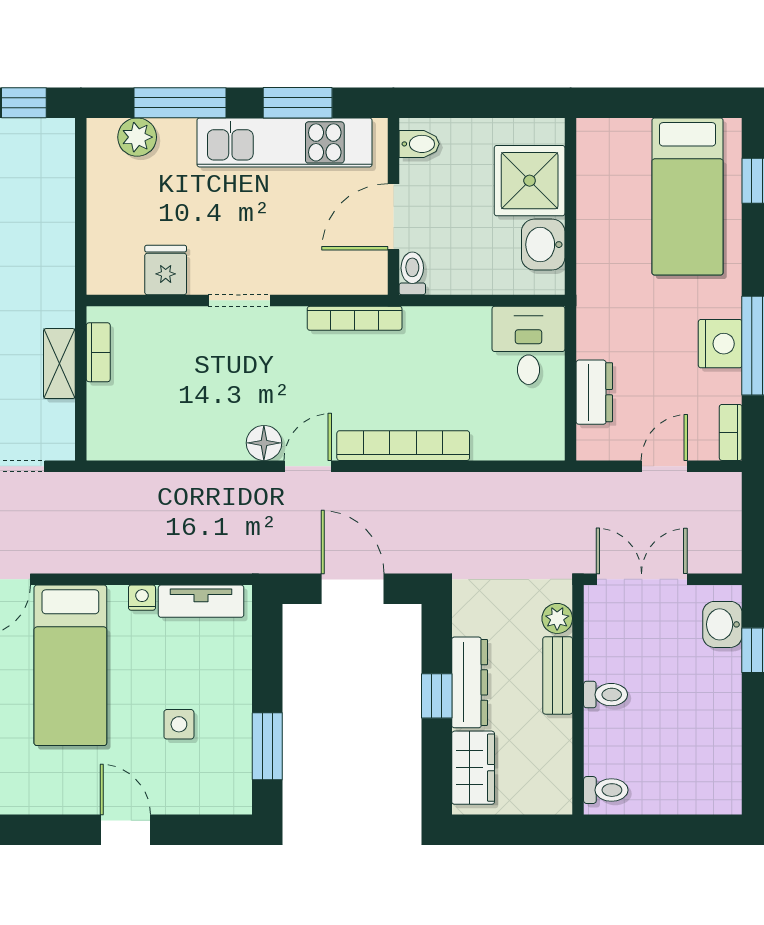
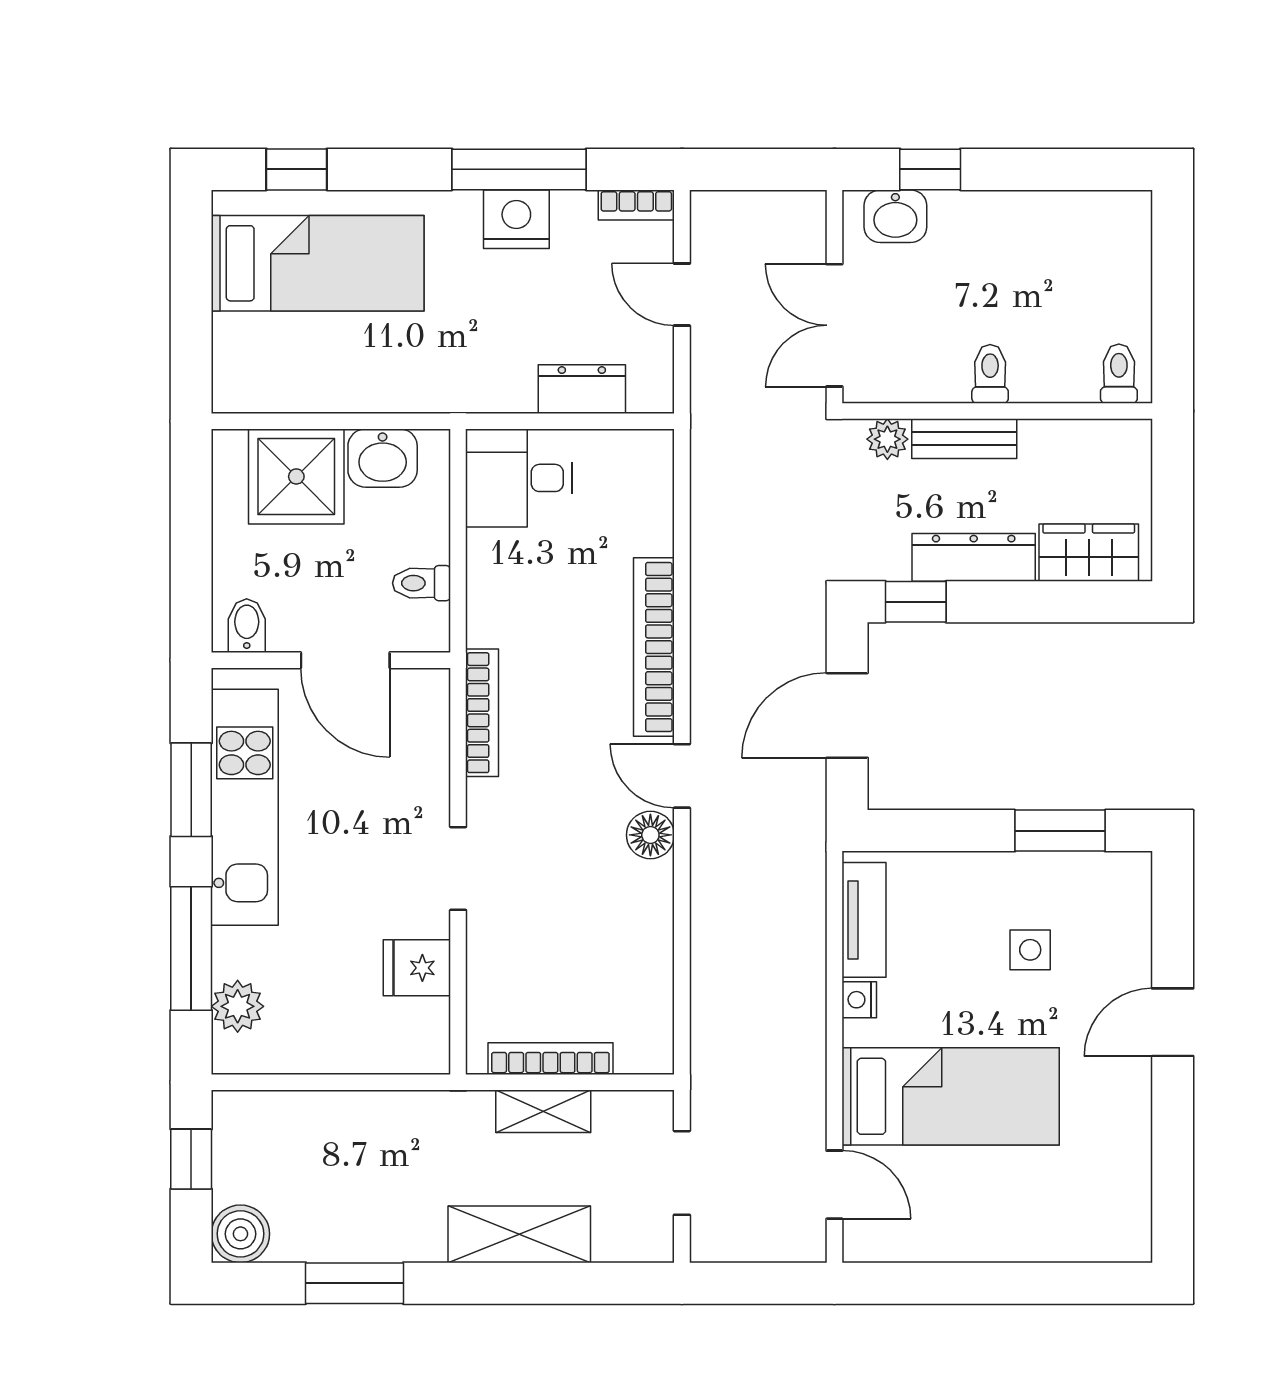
toilet: (412, 273) -> (422, 583), moved
bookcase: (98, 352) -> (550, 1059), width x1.56
window: (437, 696) -> (916, 602), moved

